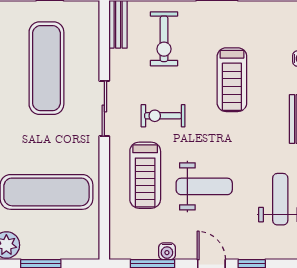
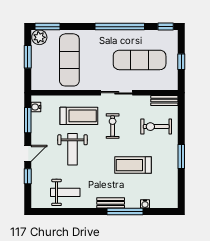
treadmill: (145, 175) -> (79, 116), turned 180
water cooler: (167, 251) -> (36, 107), moved

